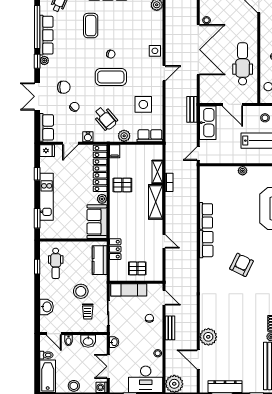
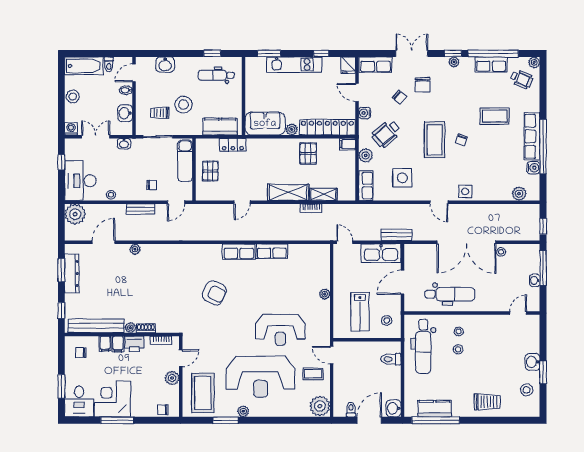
row of seats: (46, 35) -> (491, 64), width x0.68
plant: (208, 337) -> (135, 249), width x0.53, depth x0.53

